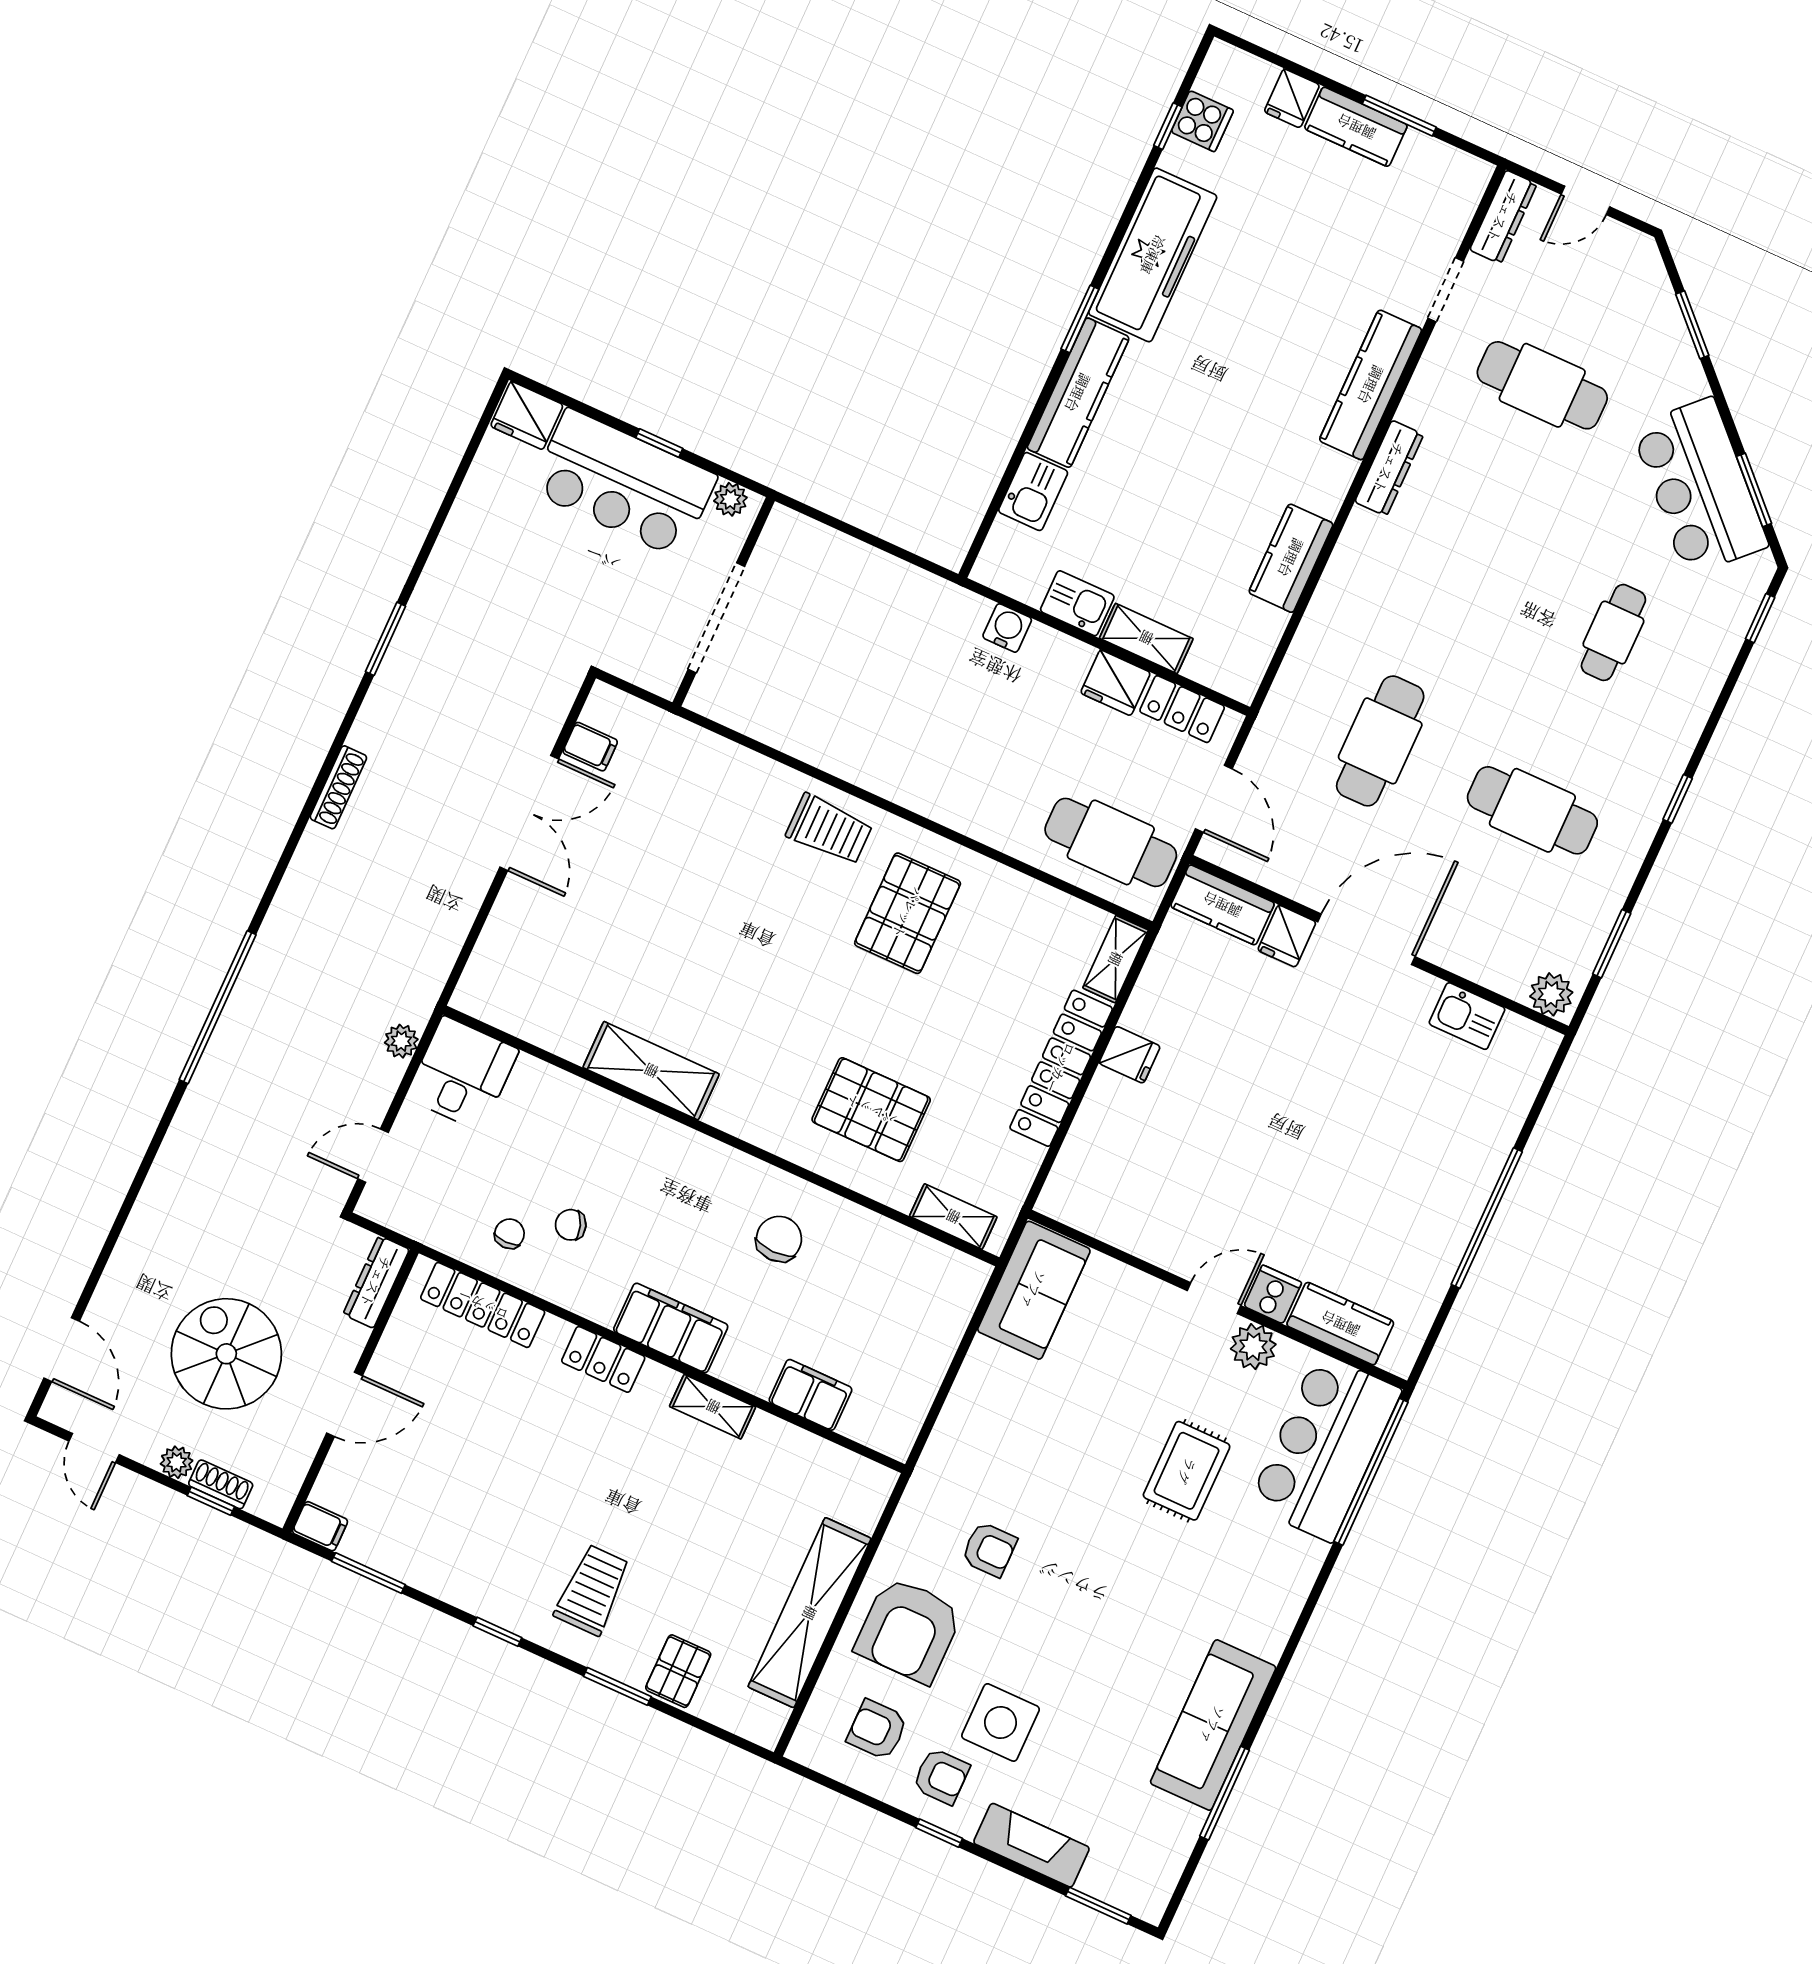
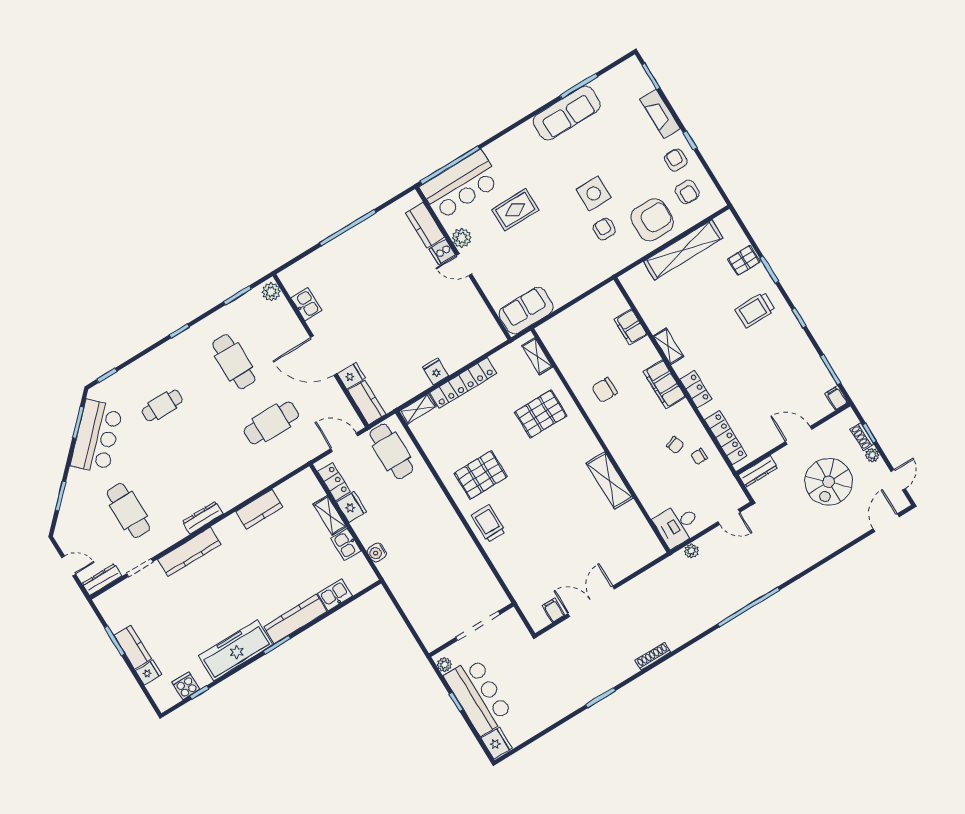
door: (1214, 799) -> (344, 442), hinge flipped
pallet: (871, 1110) -> (541, 414), turned 90
side table: (1001, 1722) -> (594, 194), moved

